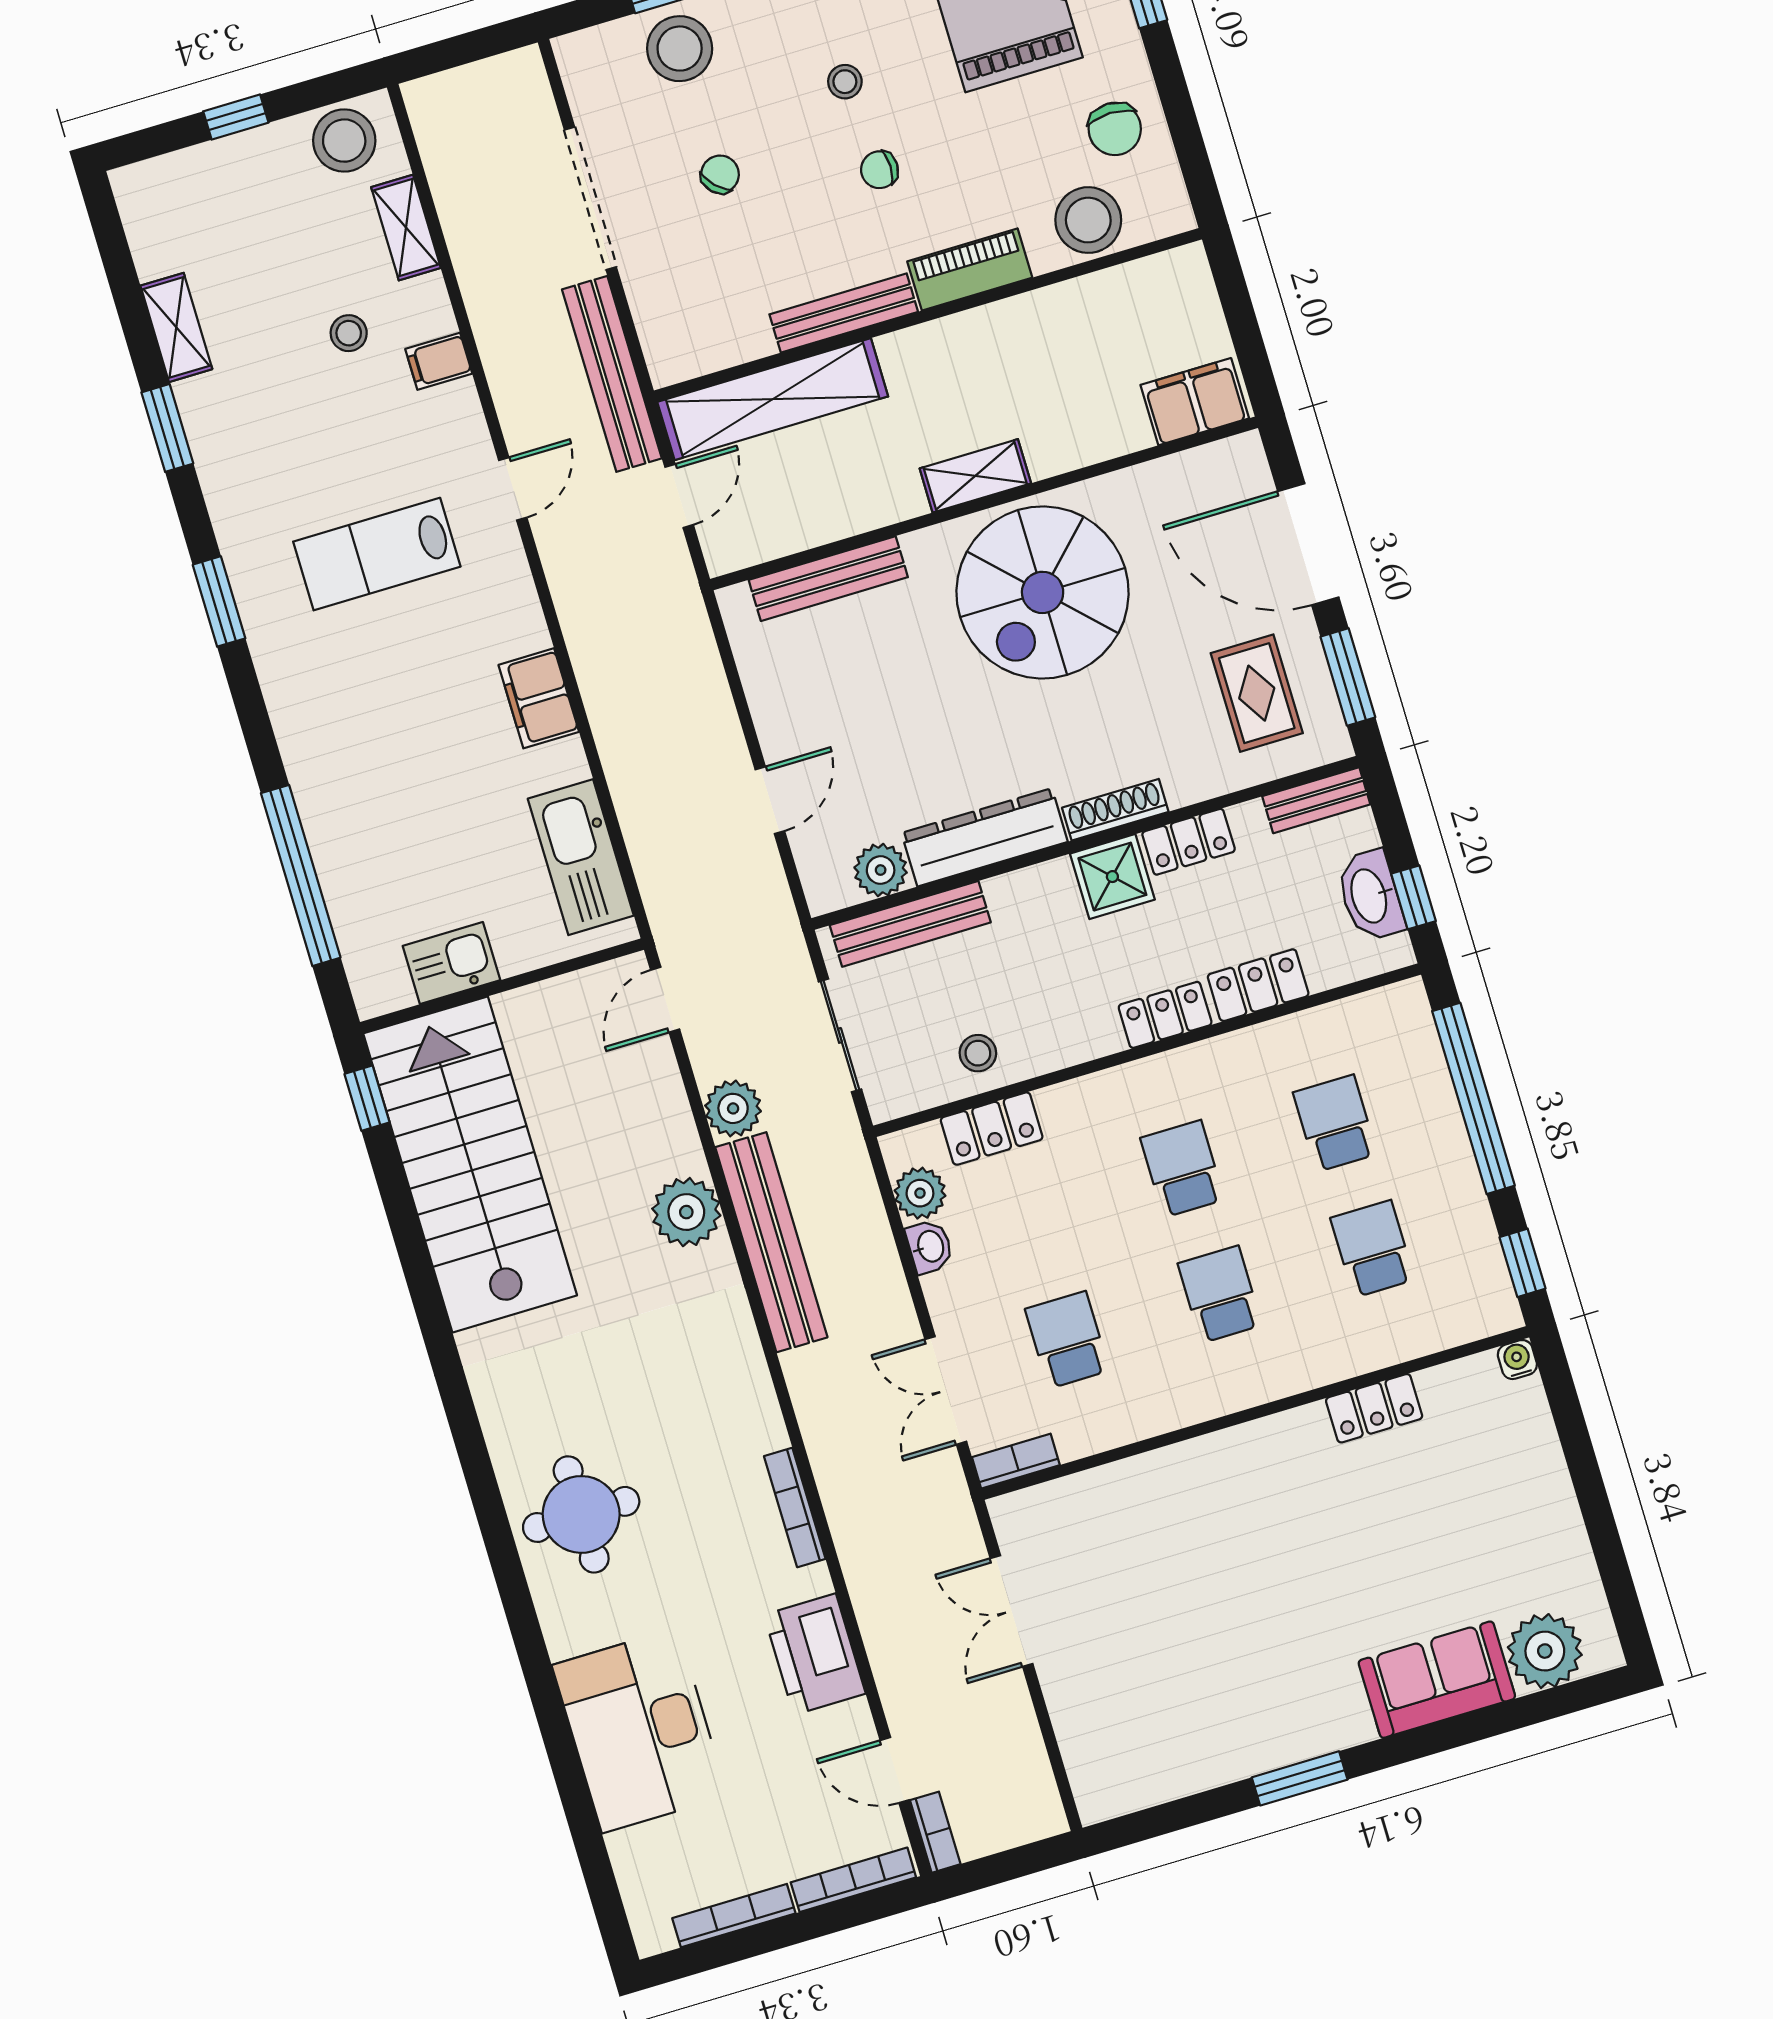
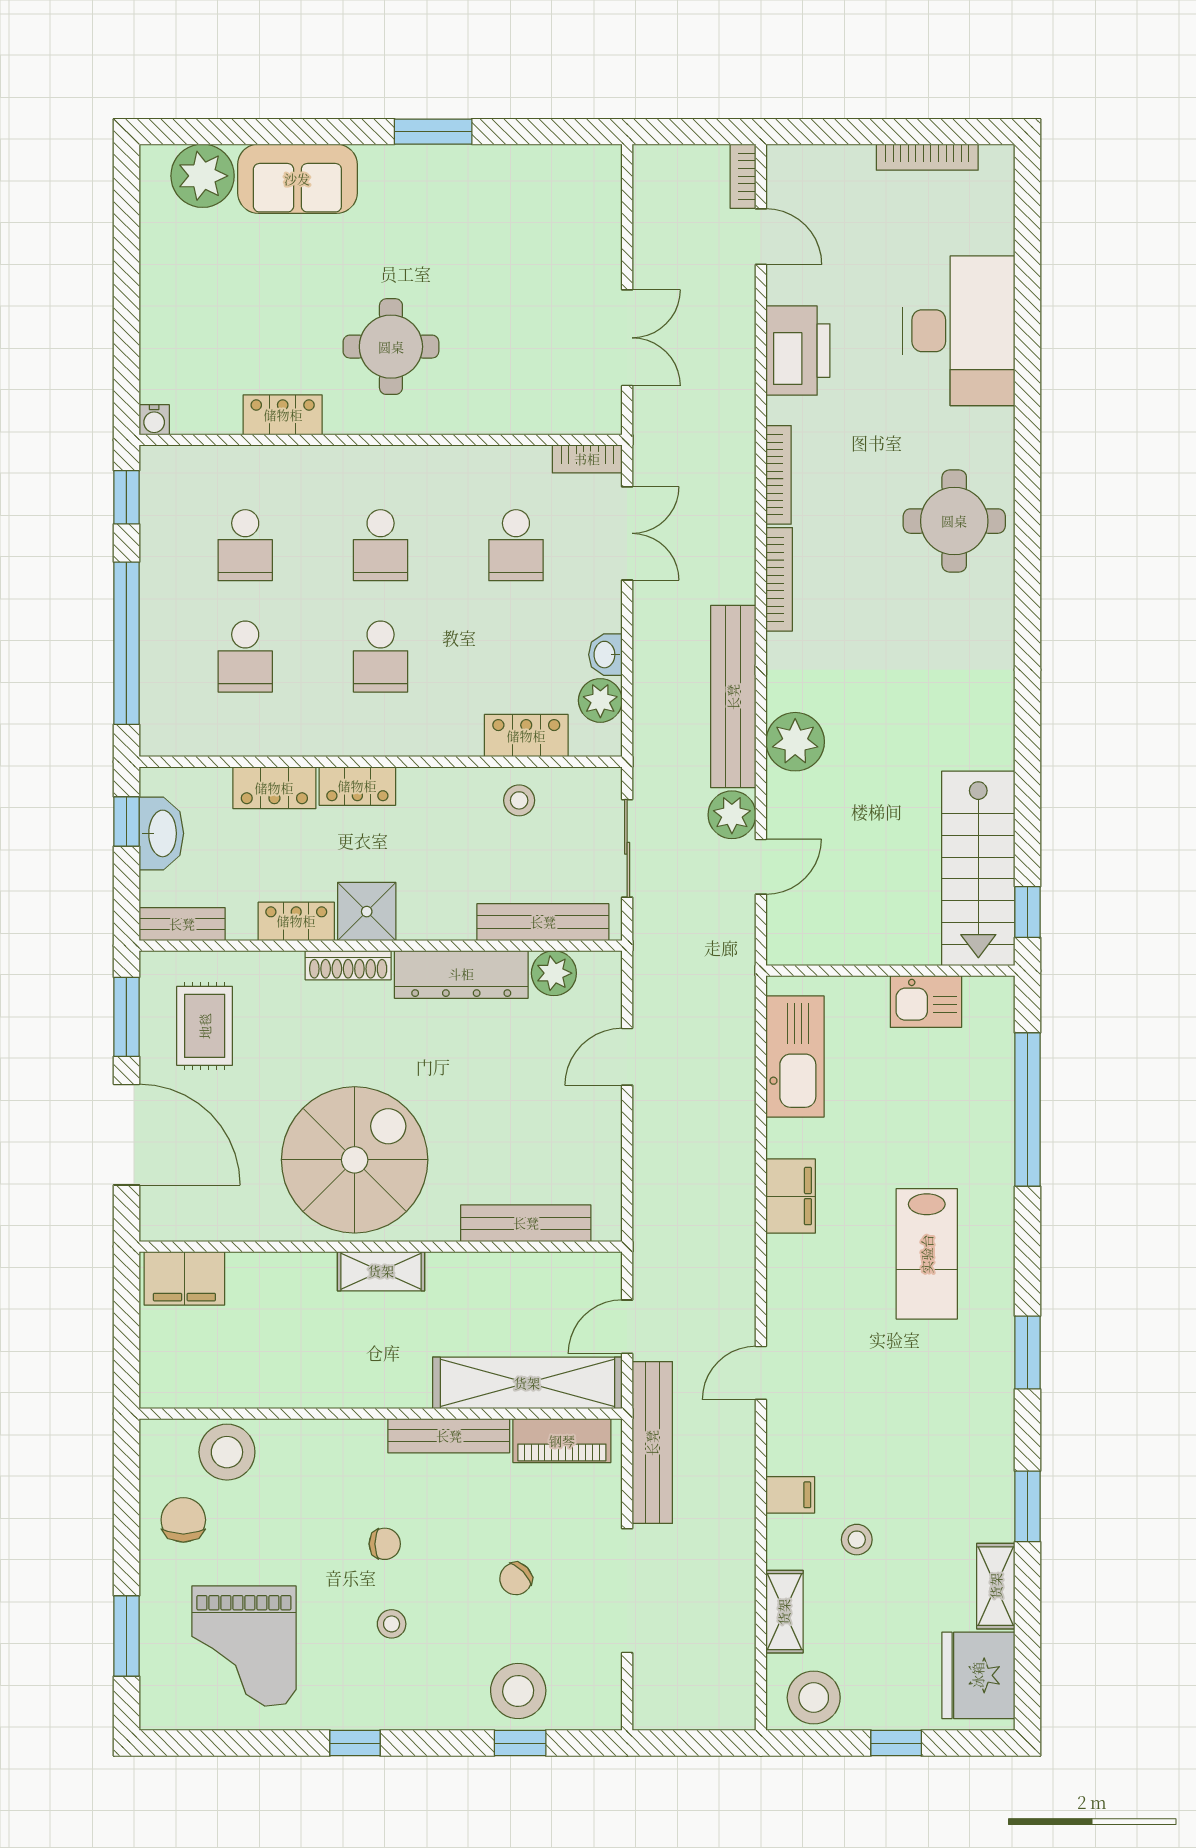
fridge: (166, 221) -> (978, 1675), added
piano: (970, 269) -> (562, 1441), moved
lab bench: (377, 554) -> (927, 1254), moved, turned 90
door: (665, 1000) -> (761, 867), moved
stairs: (470, 1164) -> (978, 868), width x0.73, depth x0.66
round table: (1275, 1522) -> (391, 347), added
bookcase: (853, 1880) -> (779, 579), moved, turned -90

